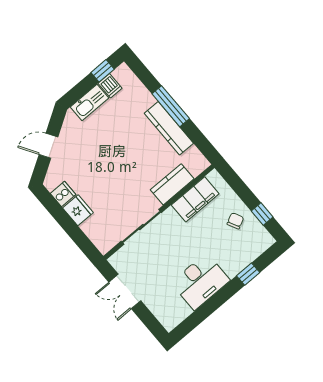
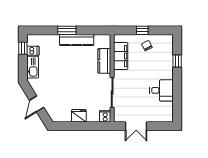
window: (171, 106) -> (67, 30), width x0.69
cooker: (63, 194) -> (105, 116), moved
window: (262, 214) -> (142, 30), moved
desk: (200, 281) -> (162, 90), width x0.73

